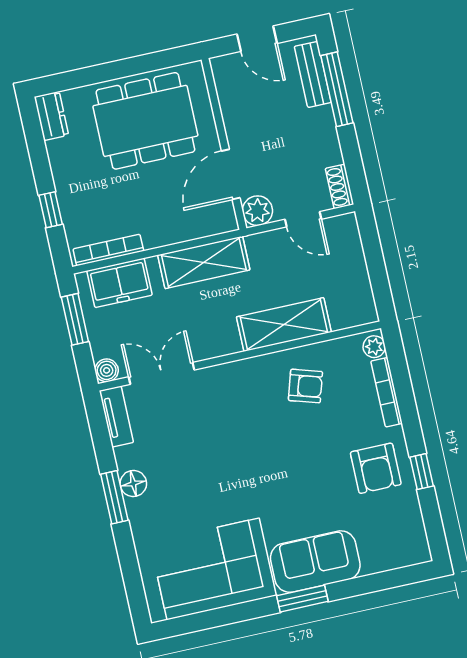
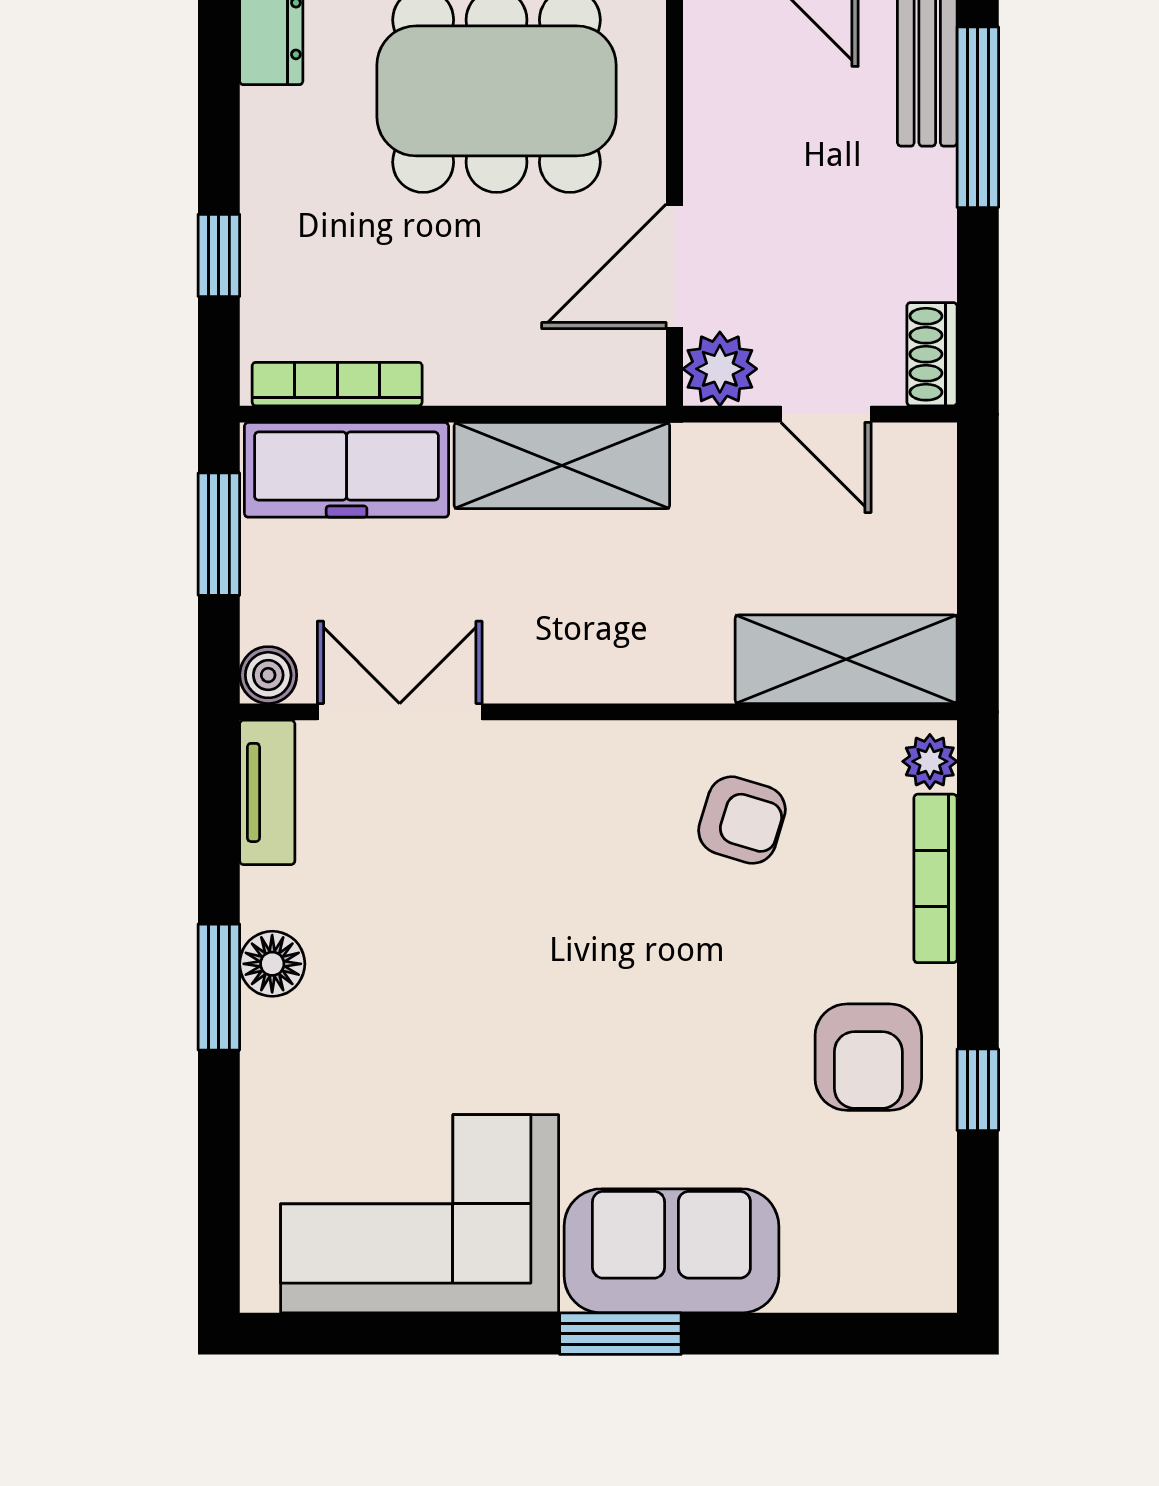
freezer: (119, 283) -> (347, 470), width x1.40
shelving: (284, 325) -> (846, 659), moved

